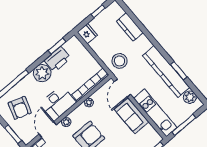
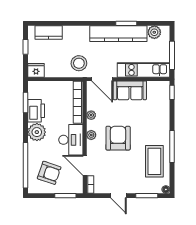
kitchen counter: (130, 27) -> (49, 32), moved
plant: (66, 122) -> (91, 135), moved

